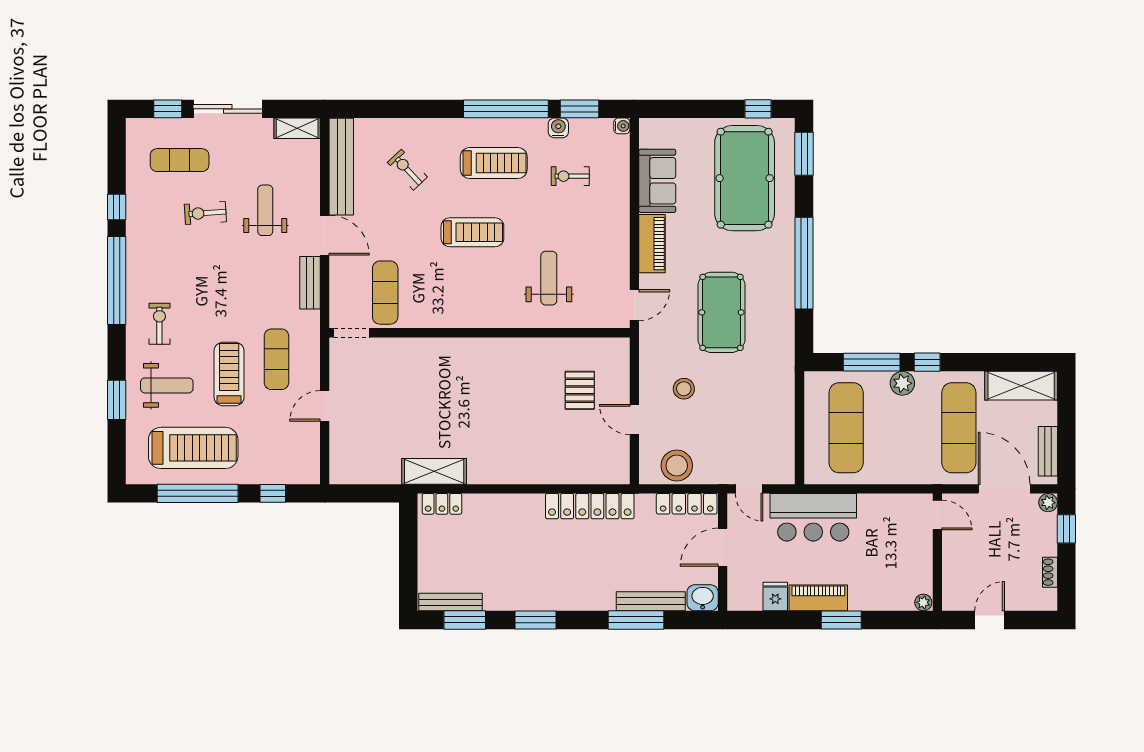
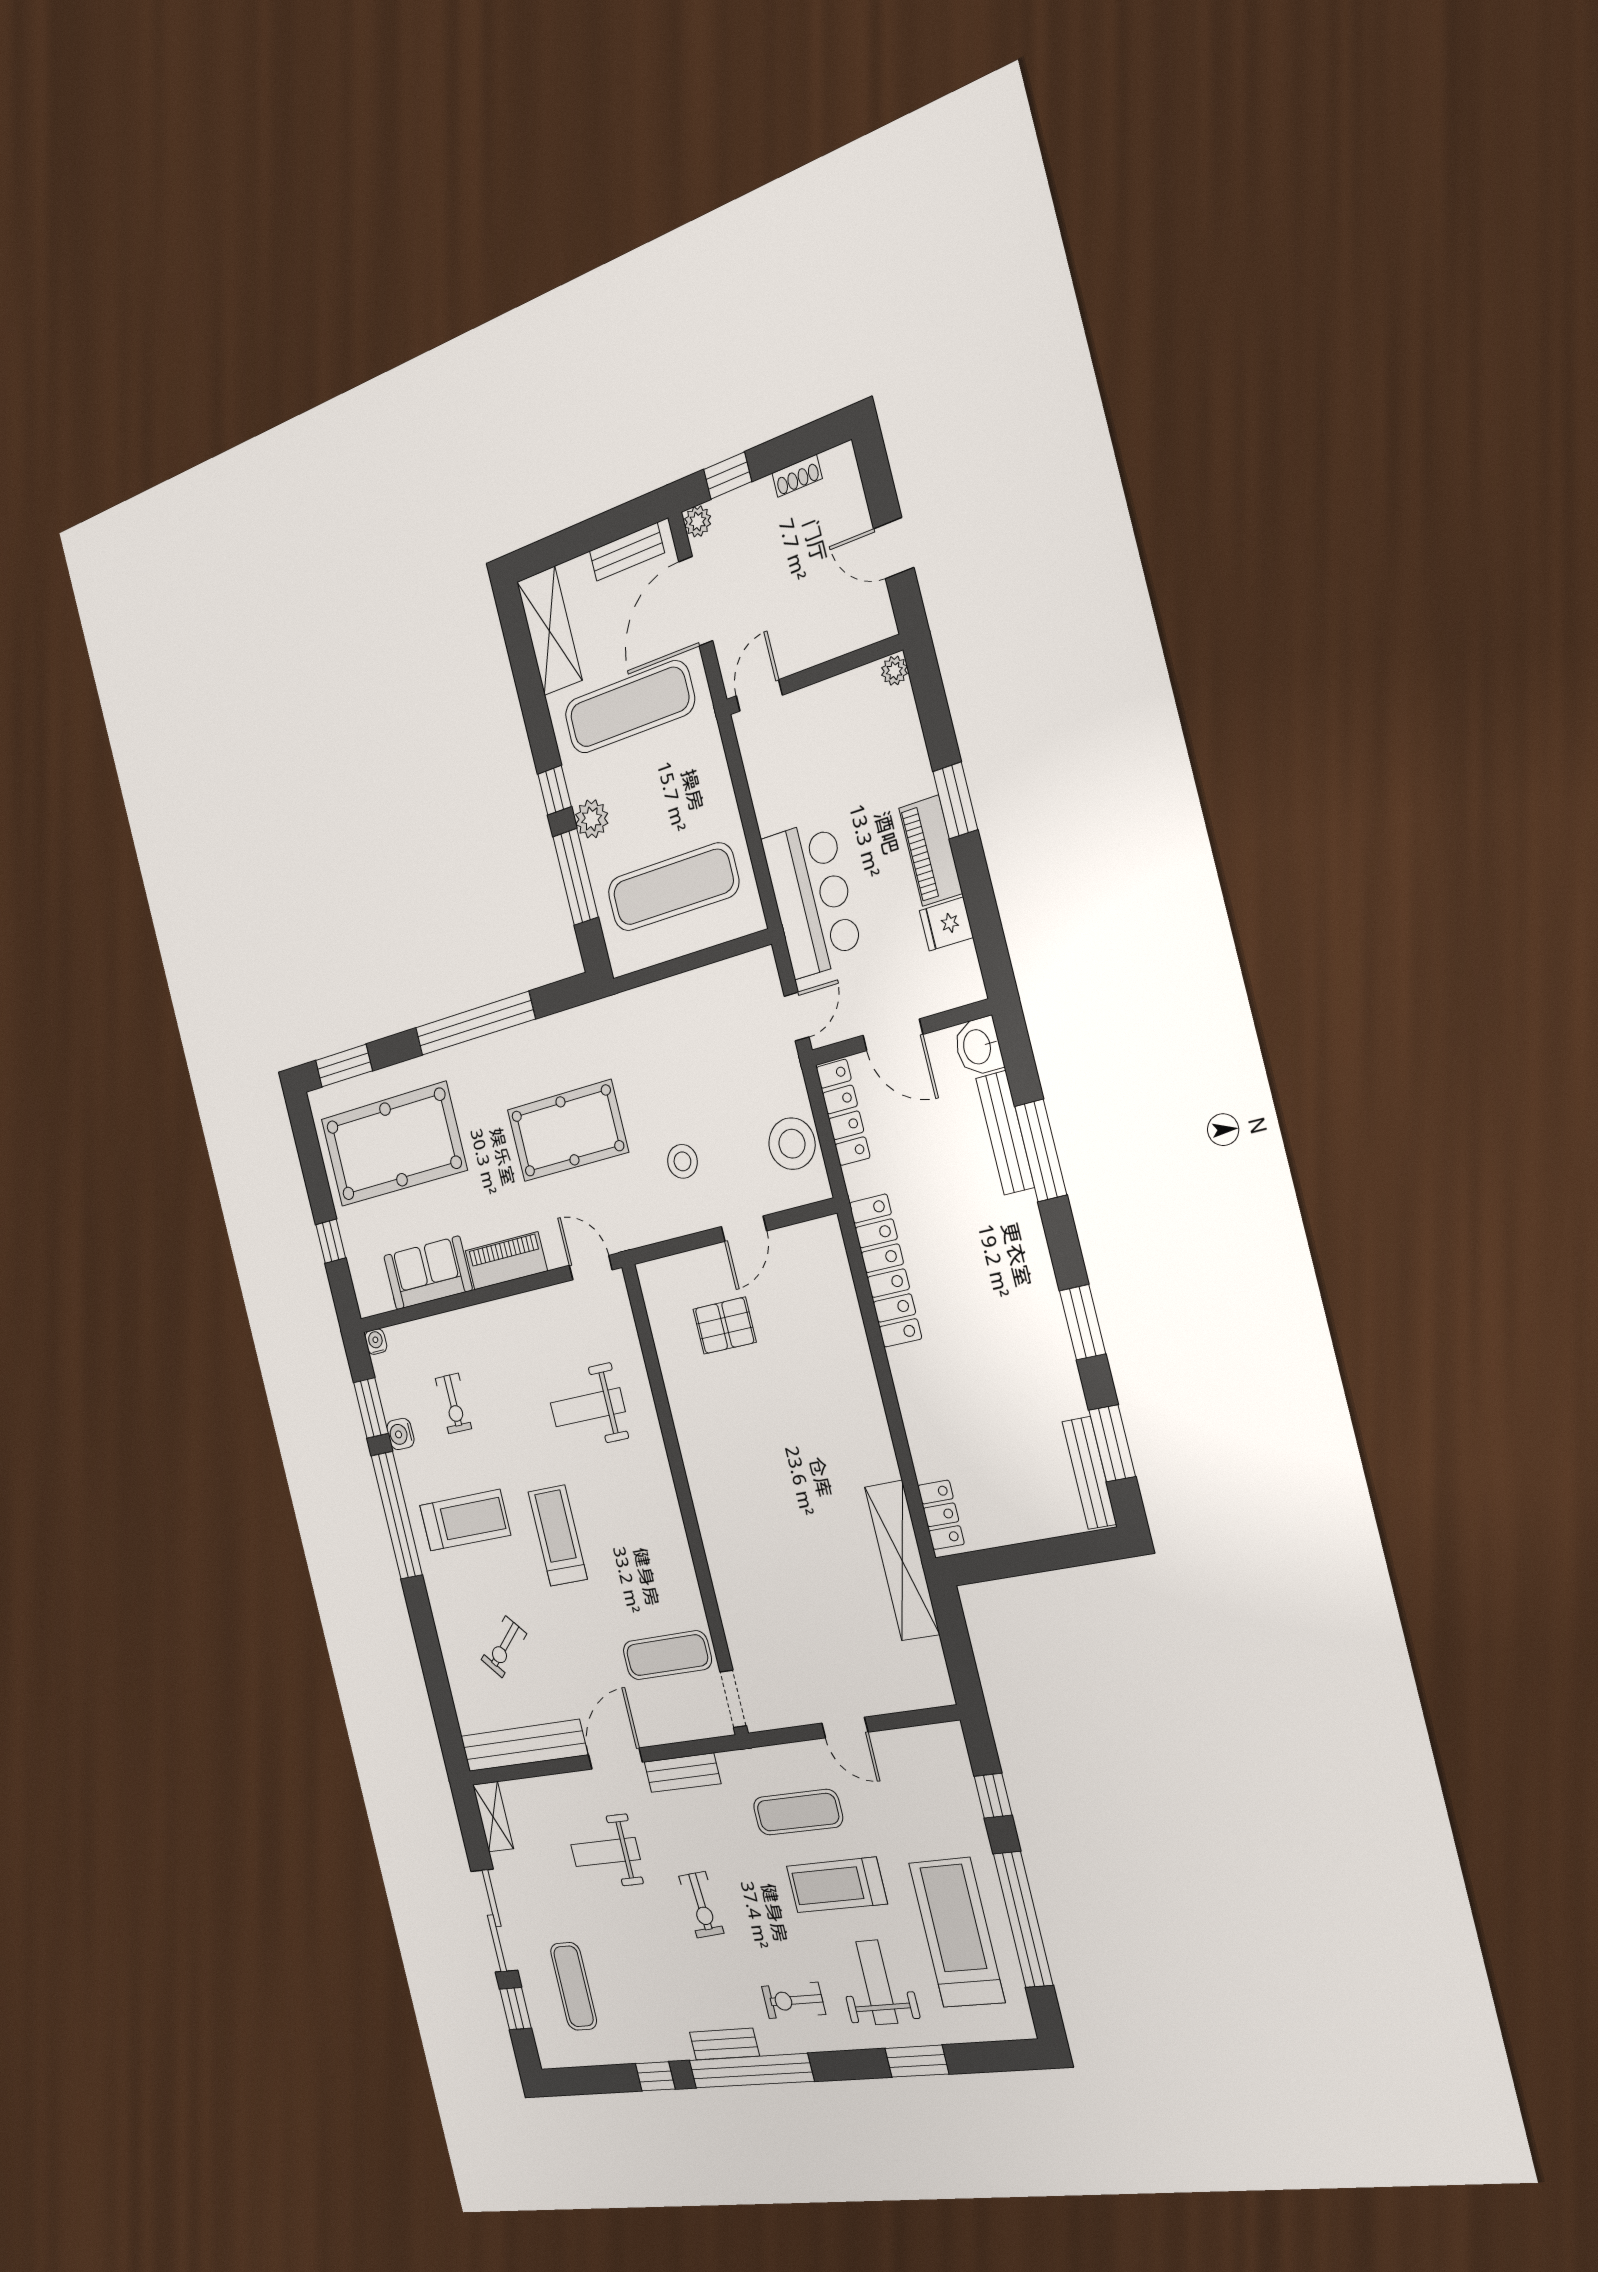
window: (758, 109) -> (331, 1241), moved
treadmill: (494, 163) -> (465, 1520), turned 90
exercise bike: (205, 213) -> (701, 1905), moved
bench: (135, 265) -> (724, 2044), added
shelving: (434, 471) -> (902, 1561), width x1.47

